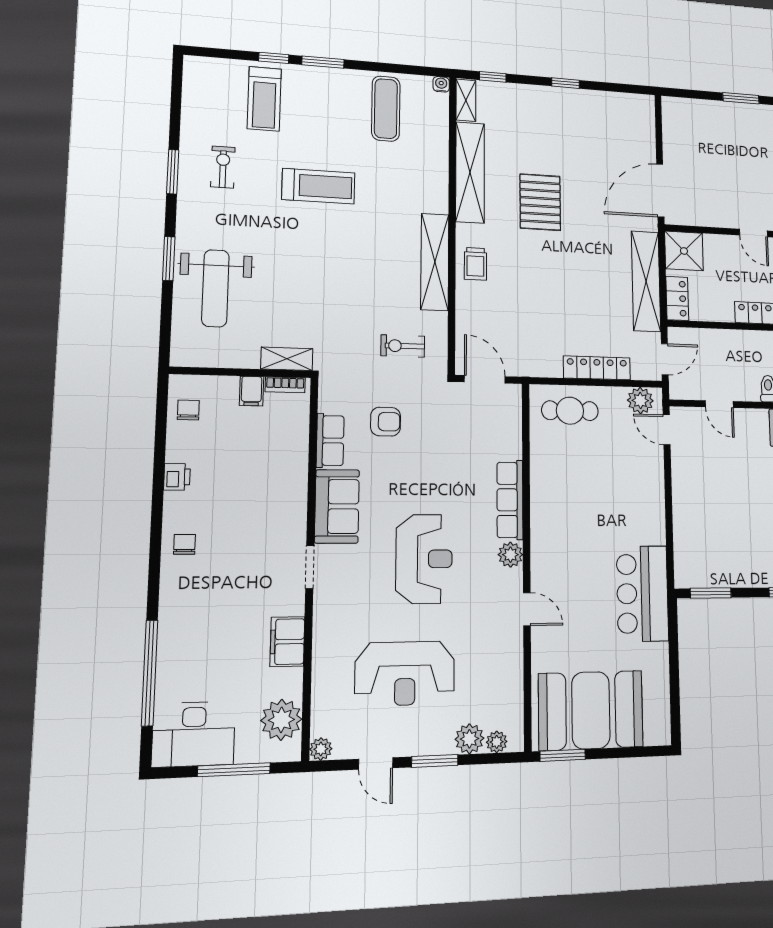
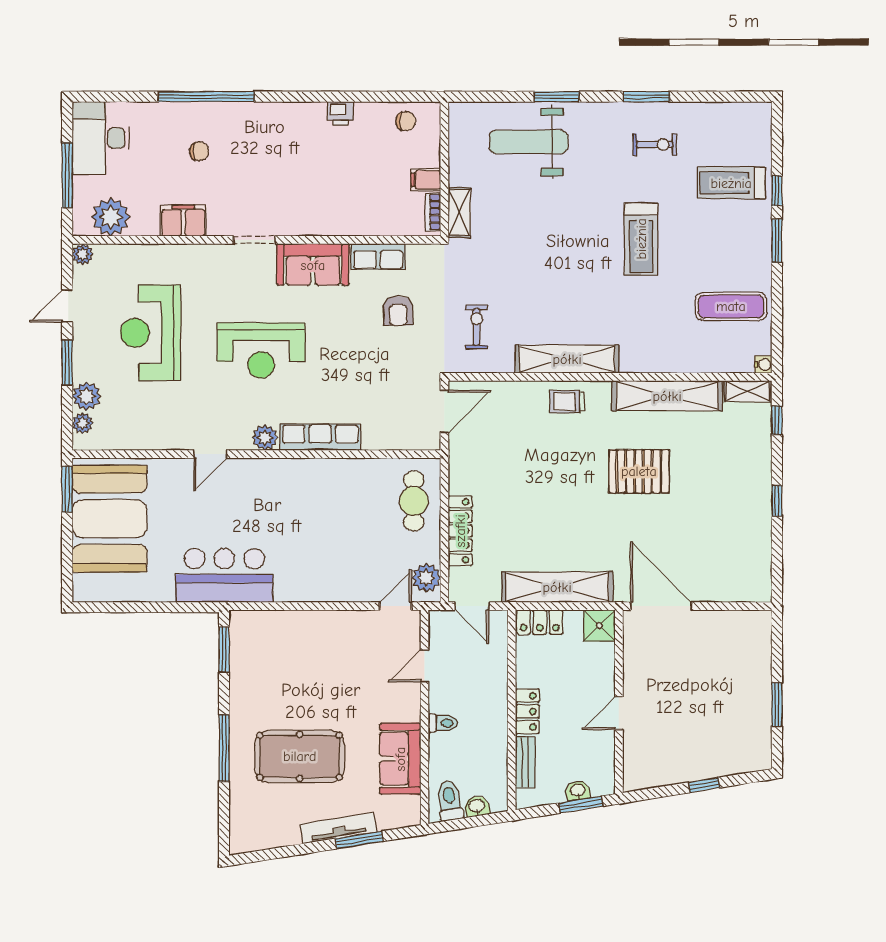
shower: (684, 251) -> (599, 626), width x0.73, depth x0.73
chair: (184, 544) -> (199, 151), moved
window: (150, 673) -> (206, 97), moved

